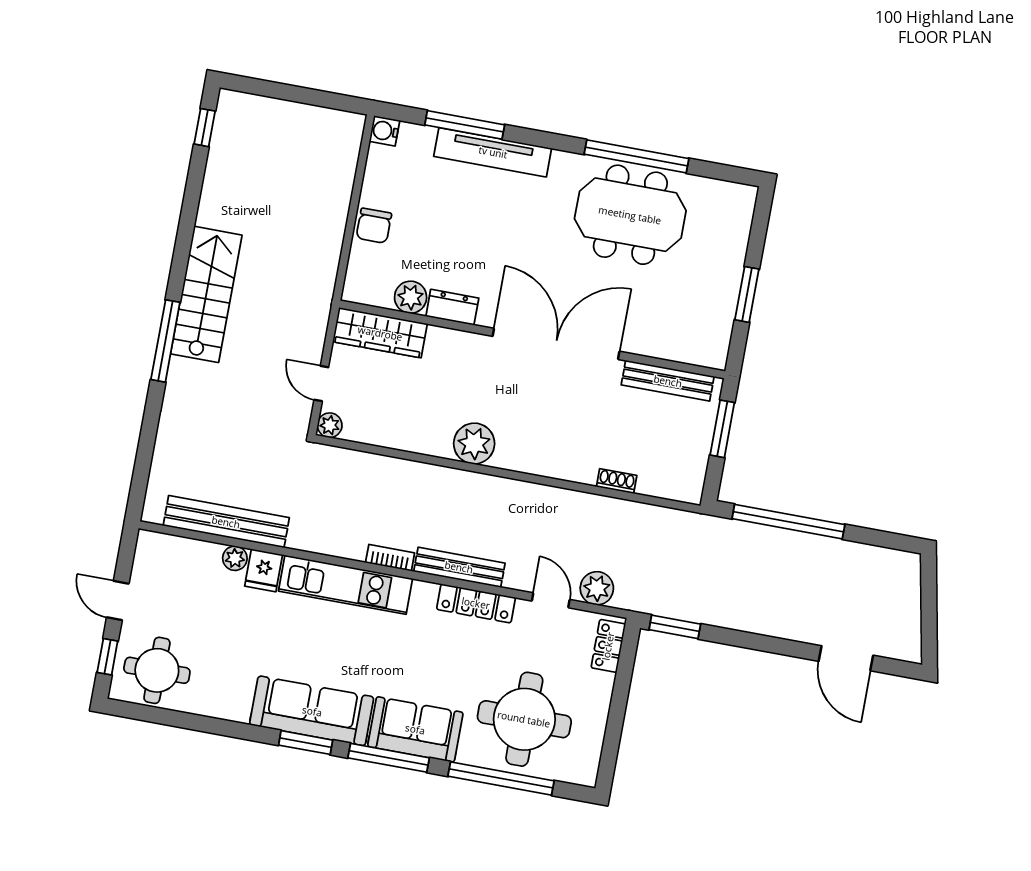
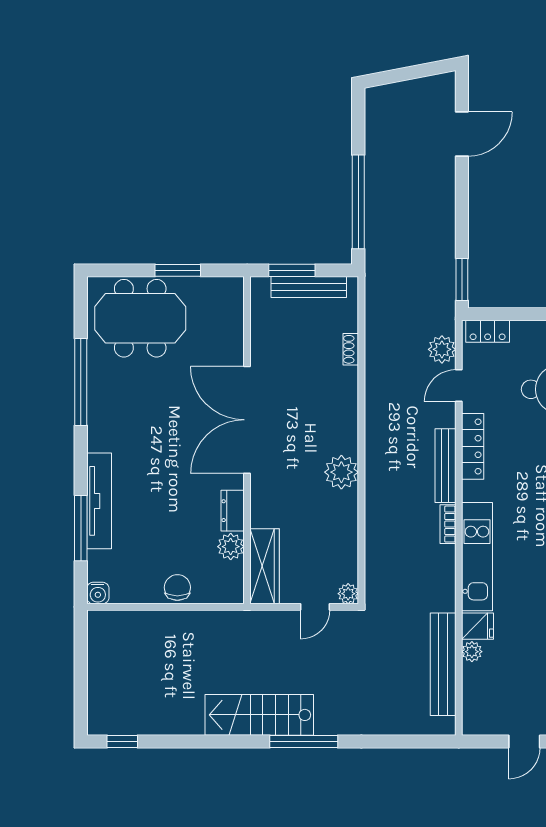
meeting table: (630, 215) -> (140, 318), moved, turned 90
chair: (374, 226) -> (177, 587), turned -90
bench: (668, 381) -> (309, 287), moved, turned 90

